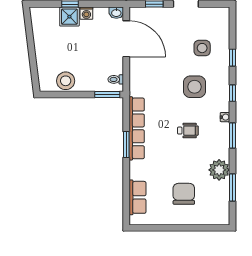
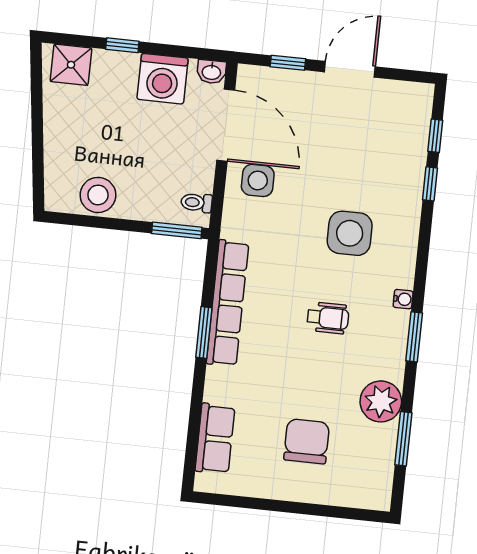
washing machine: (86, 13) -> (163, 79), width x1.89, depth x1.89
shower: (69, 17) -> (71, 65), moved
side table: (202, 48) -> (258, 180), moved
window: (232, 93) -> (435, 136), moved

